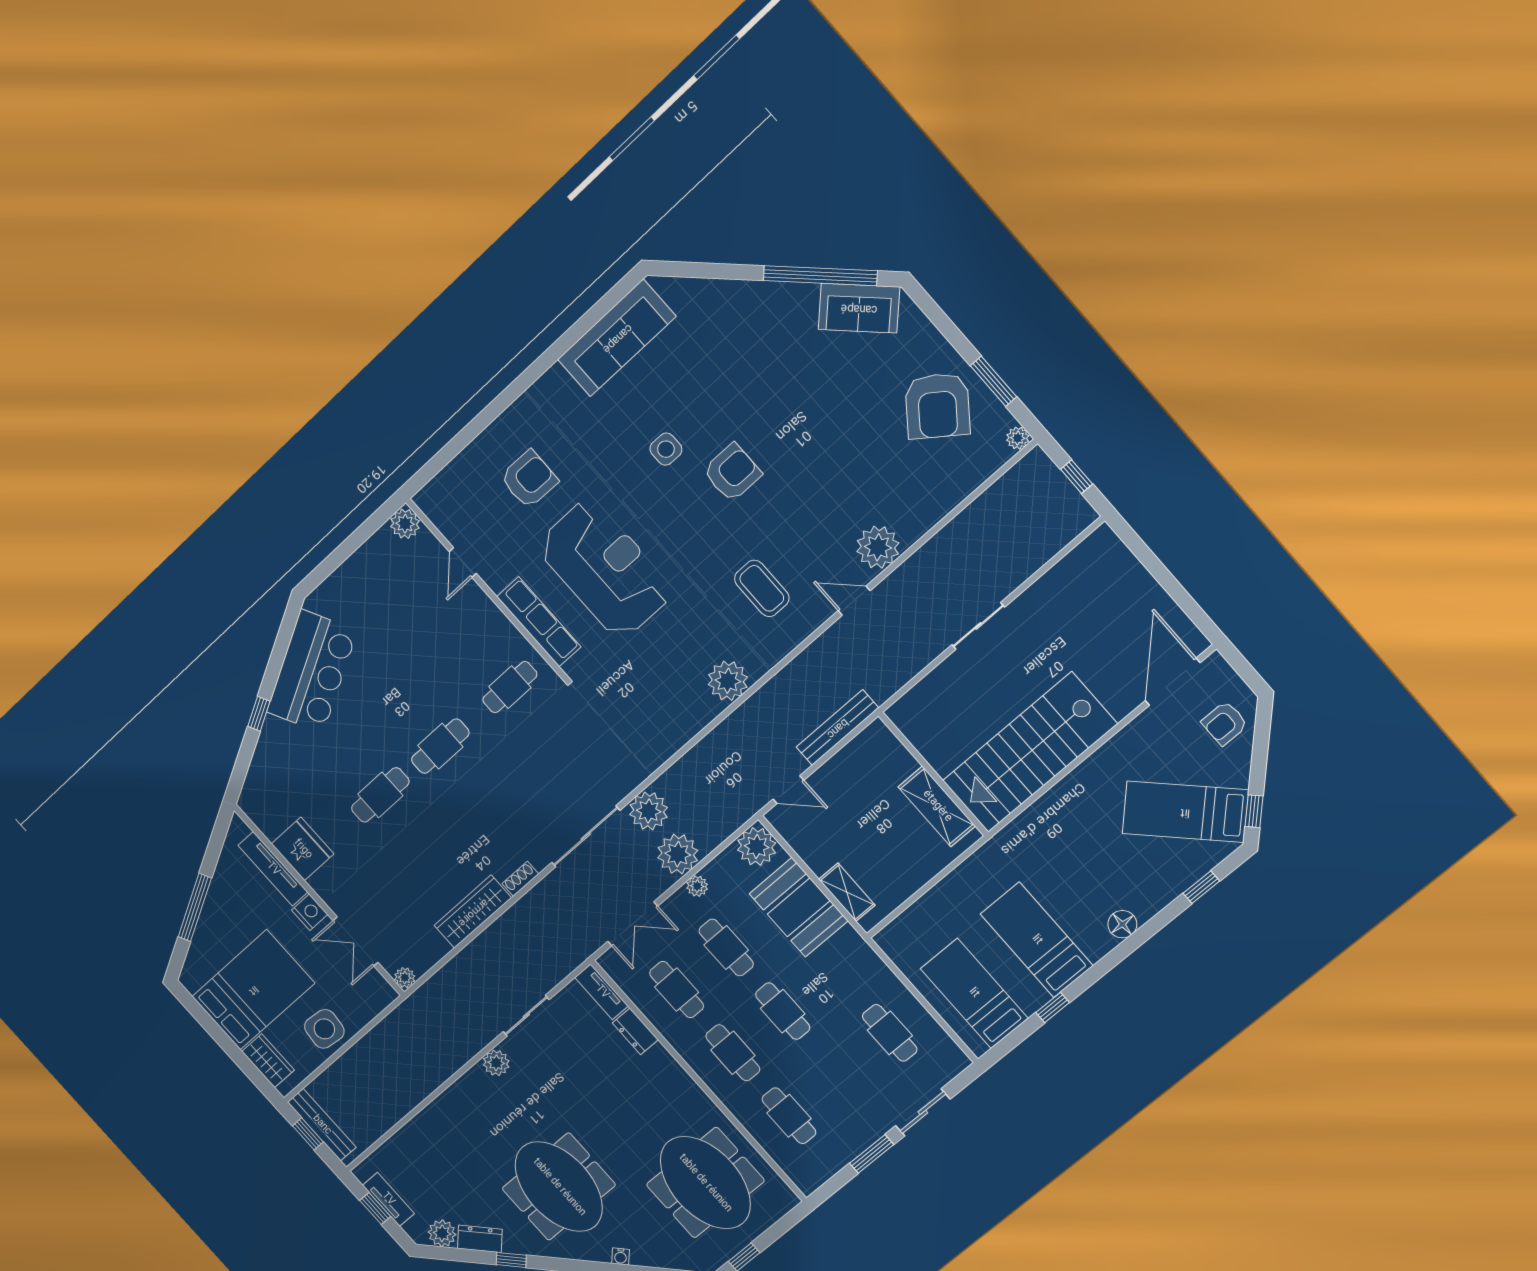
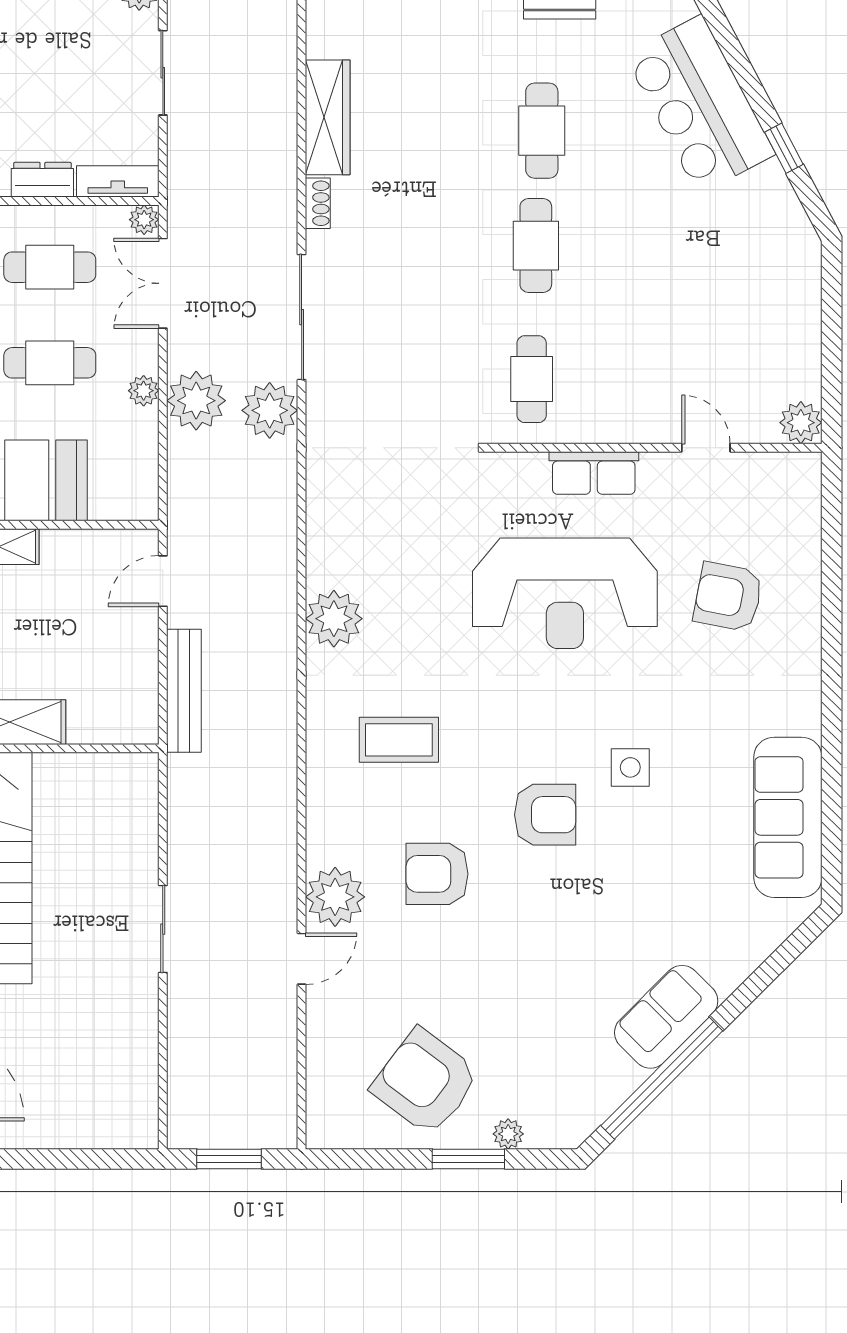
sofa: (859, 308) -> (666, 1017), moved
window: (994, 381) -> (468, 1159), moved
plant: (1018, 438) -> (508, 1134), moved
armchair: (732, 472) -> (545, 815), turned -90
window: (1077, 477) -> (229, 1159), width x1.50
armchair: (529, 479) -> (728, 597), turned 100
armchair: (816, 503) -> (437, 874), added
door: (854, 601) -> (302, 959), moved
row of seats: (539, 622) -> (594, 473), width x0.68
bar counter: (312, 671) -> (700, 105), moved
window: (259, 714) -> (784, 148), moved
plant: (757, 847) -> (144, 220), moved, width x0.53, depth x0.53

